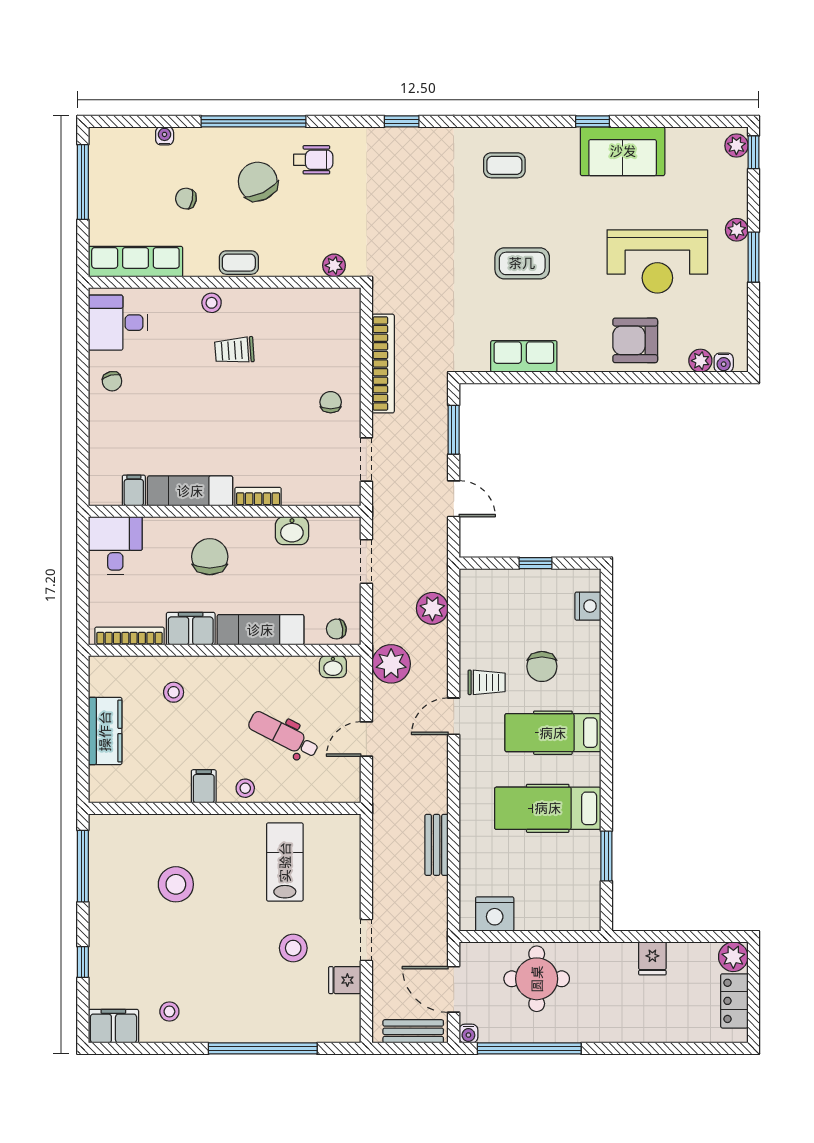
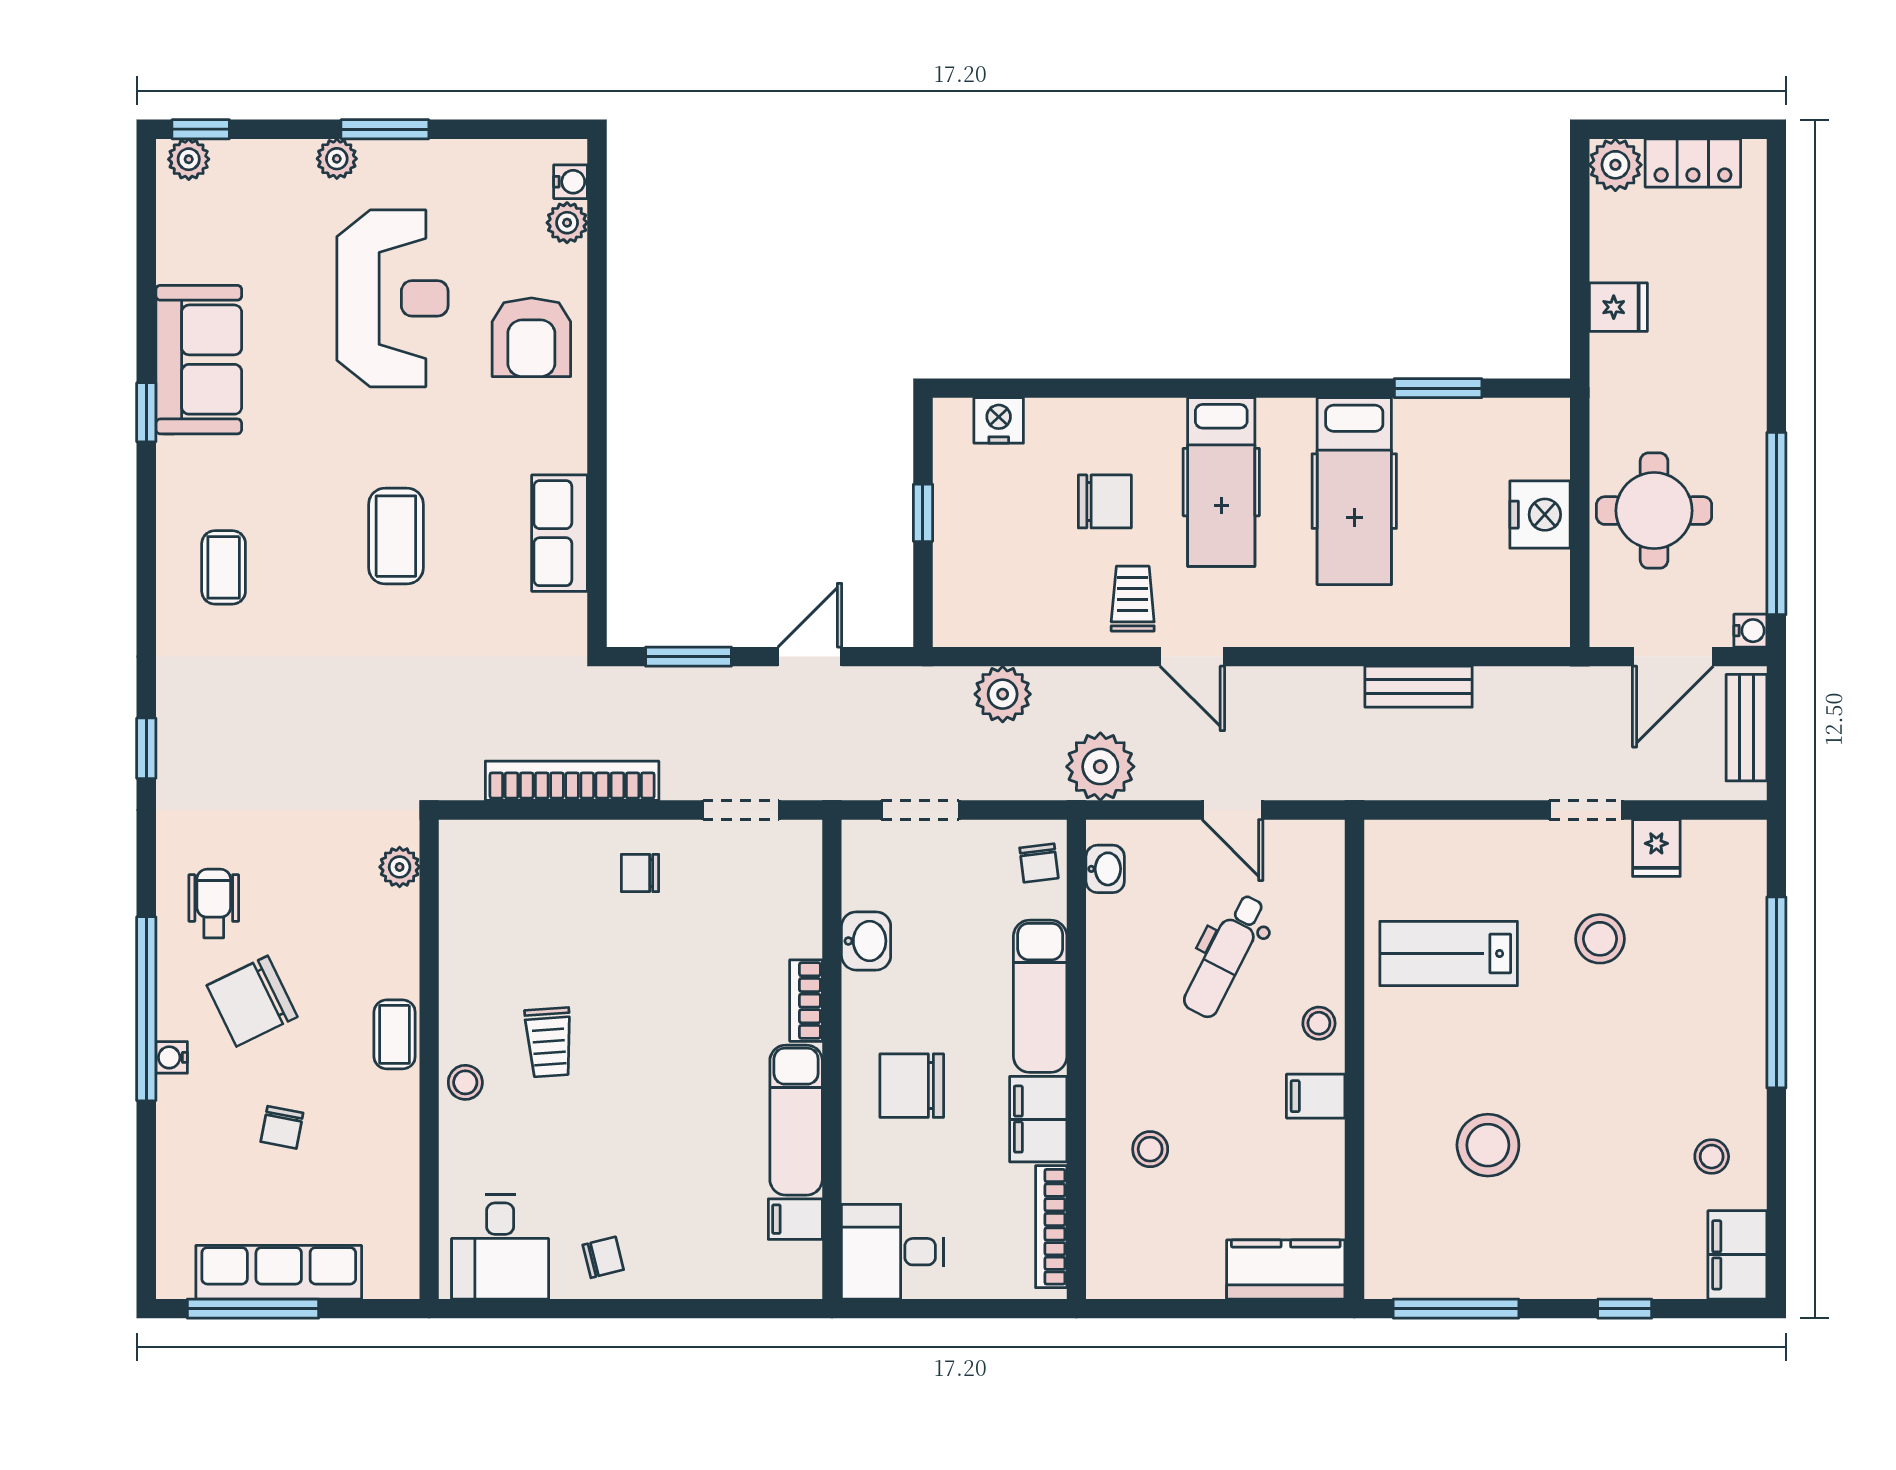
water cooler: (165, 136) -> (172, 1057), moved
row of seats: (135, 262) -> (279, 1272), moved, turned 90
kitchen counter: (105, 731) -> (1286, 1270), moved
nightstand: (495, 914) -> (1540, 515), moved

